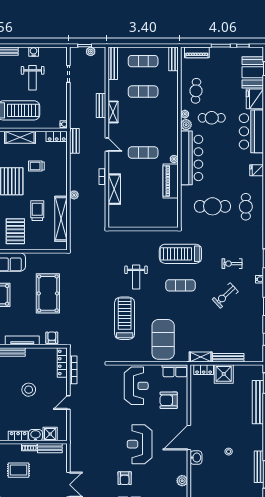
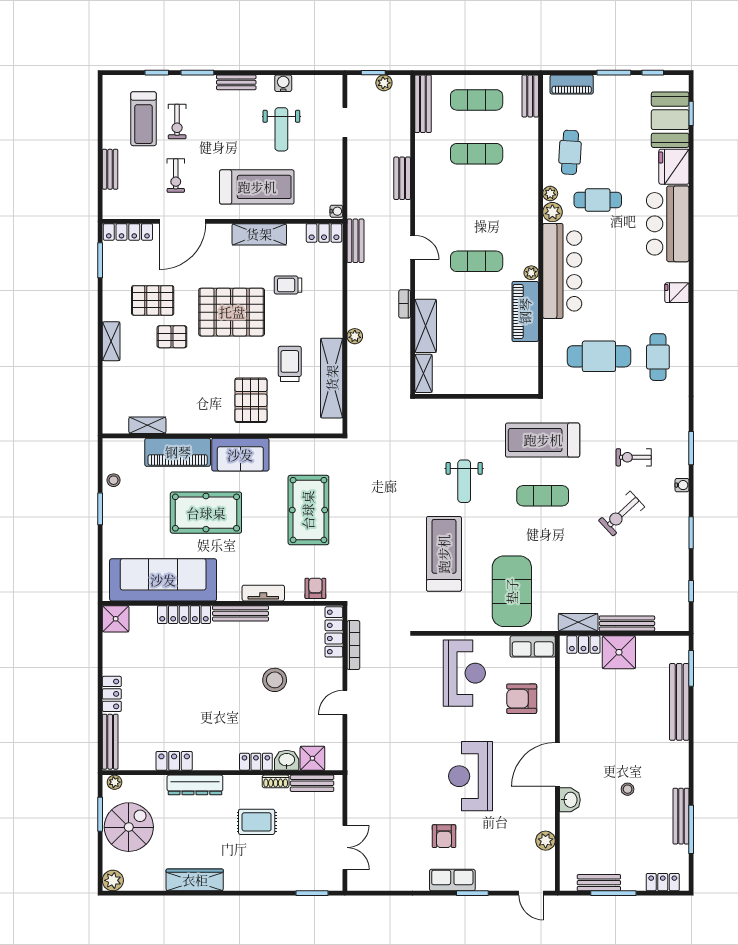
shelving: (113, 112) -> (423, 373), moved
tv unit: (22, 340) -> (263, 593), width x0.71

